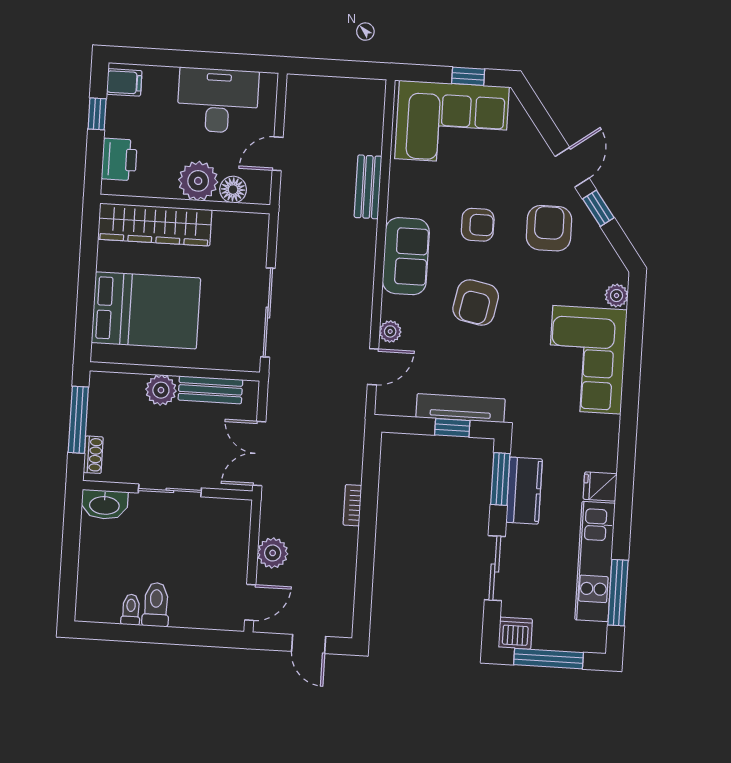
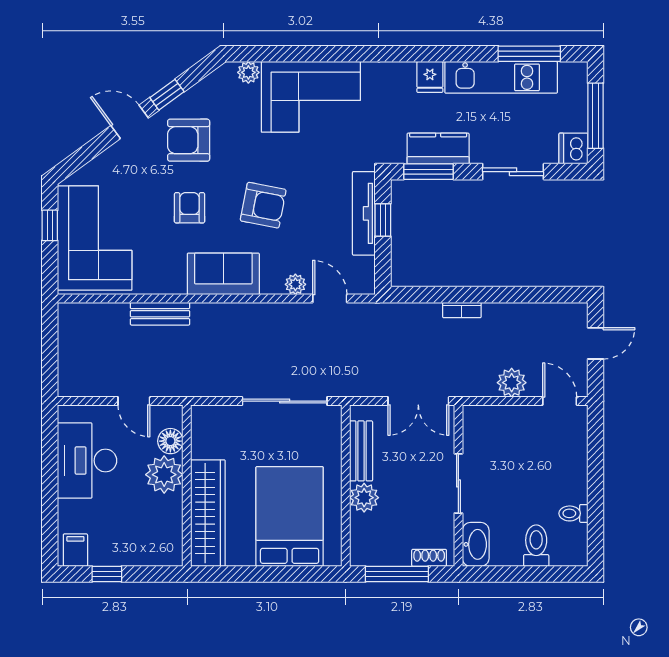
printer: (119, 159) -> (148, 550), removed
toilet: (156, 605) -> (536, 546), moved, turned 90

